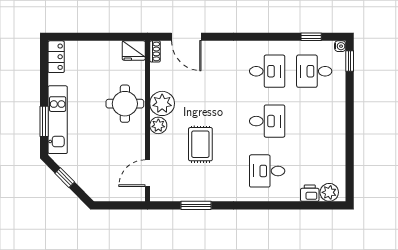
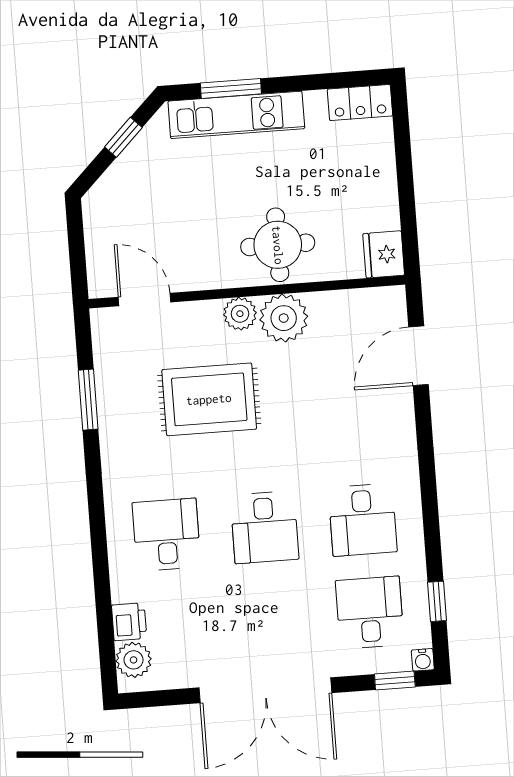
shoe rack: (155, 51) -> (385, 296), removed
double door: (350, 127) -> (265, 690), added
rug: (200, 144) -> (209, 399), width x1.36, depth x1.43

